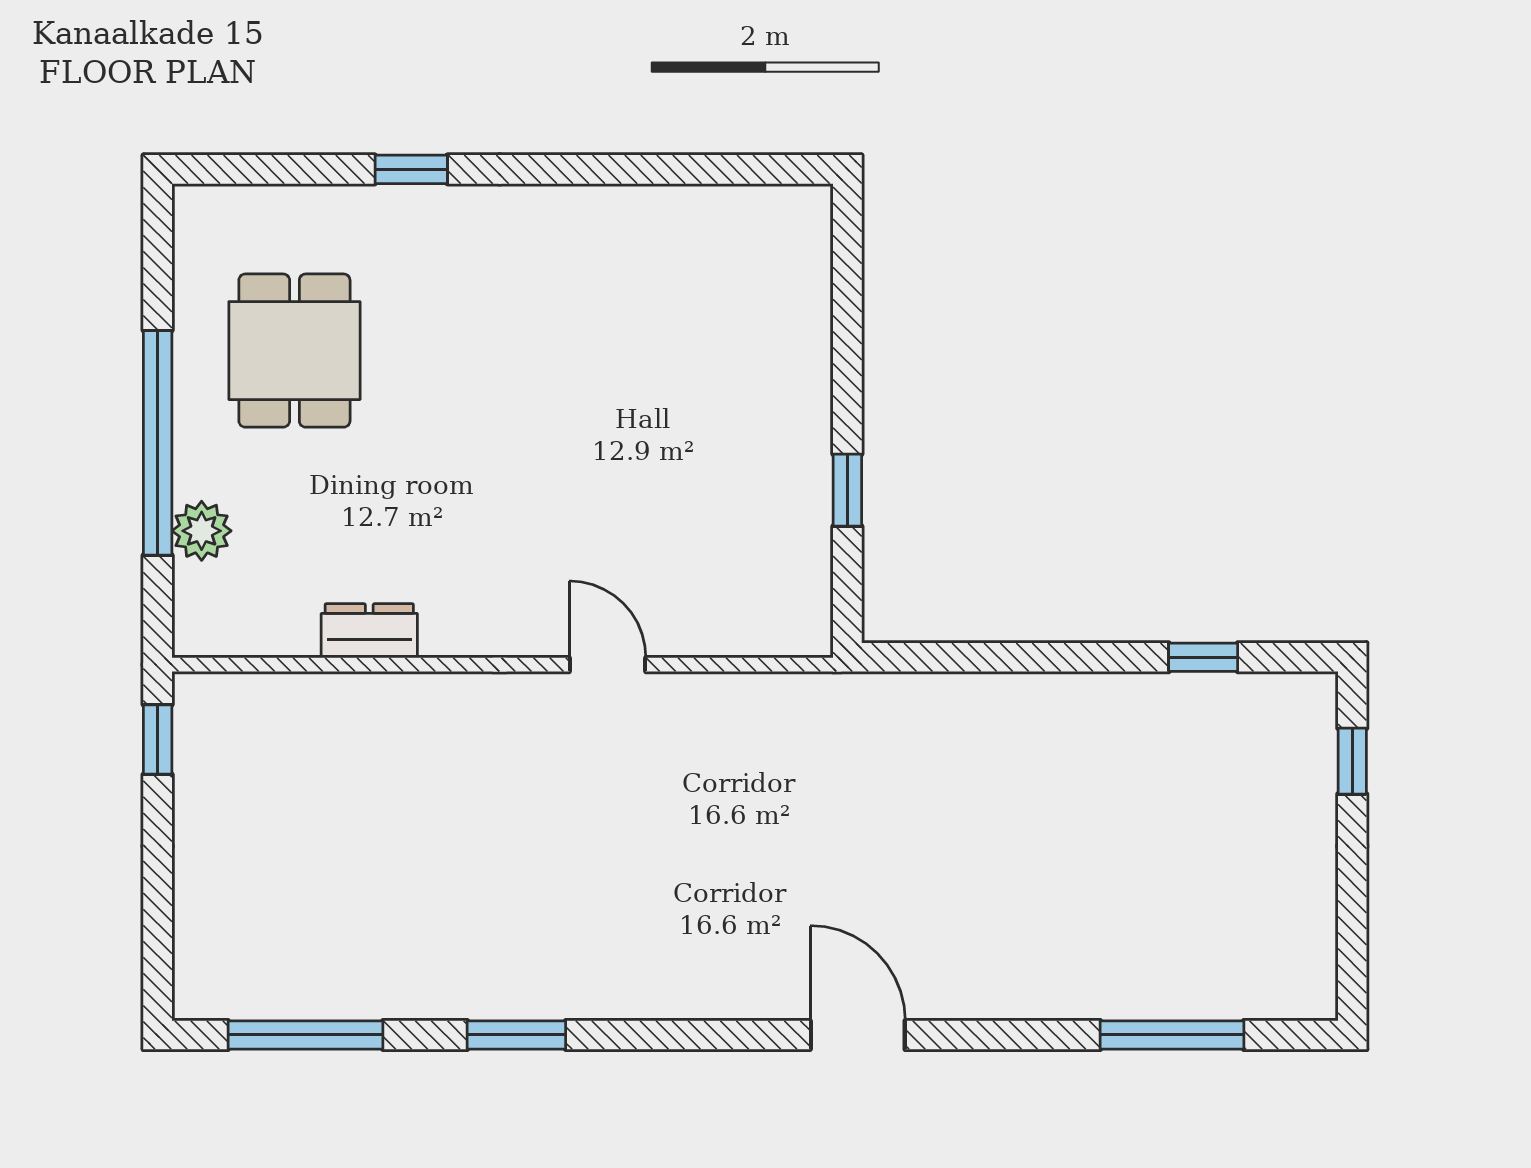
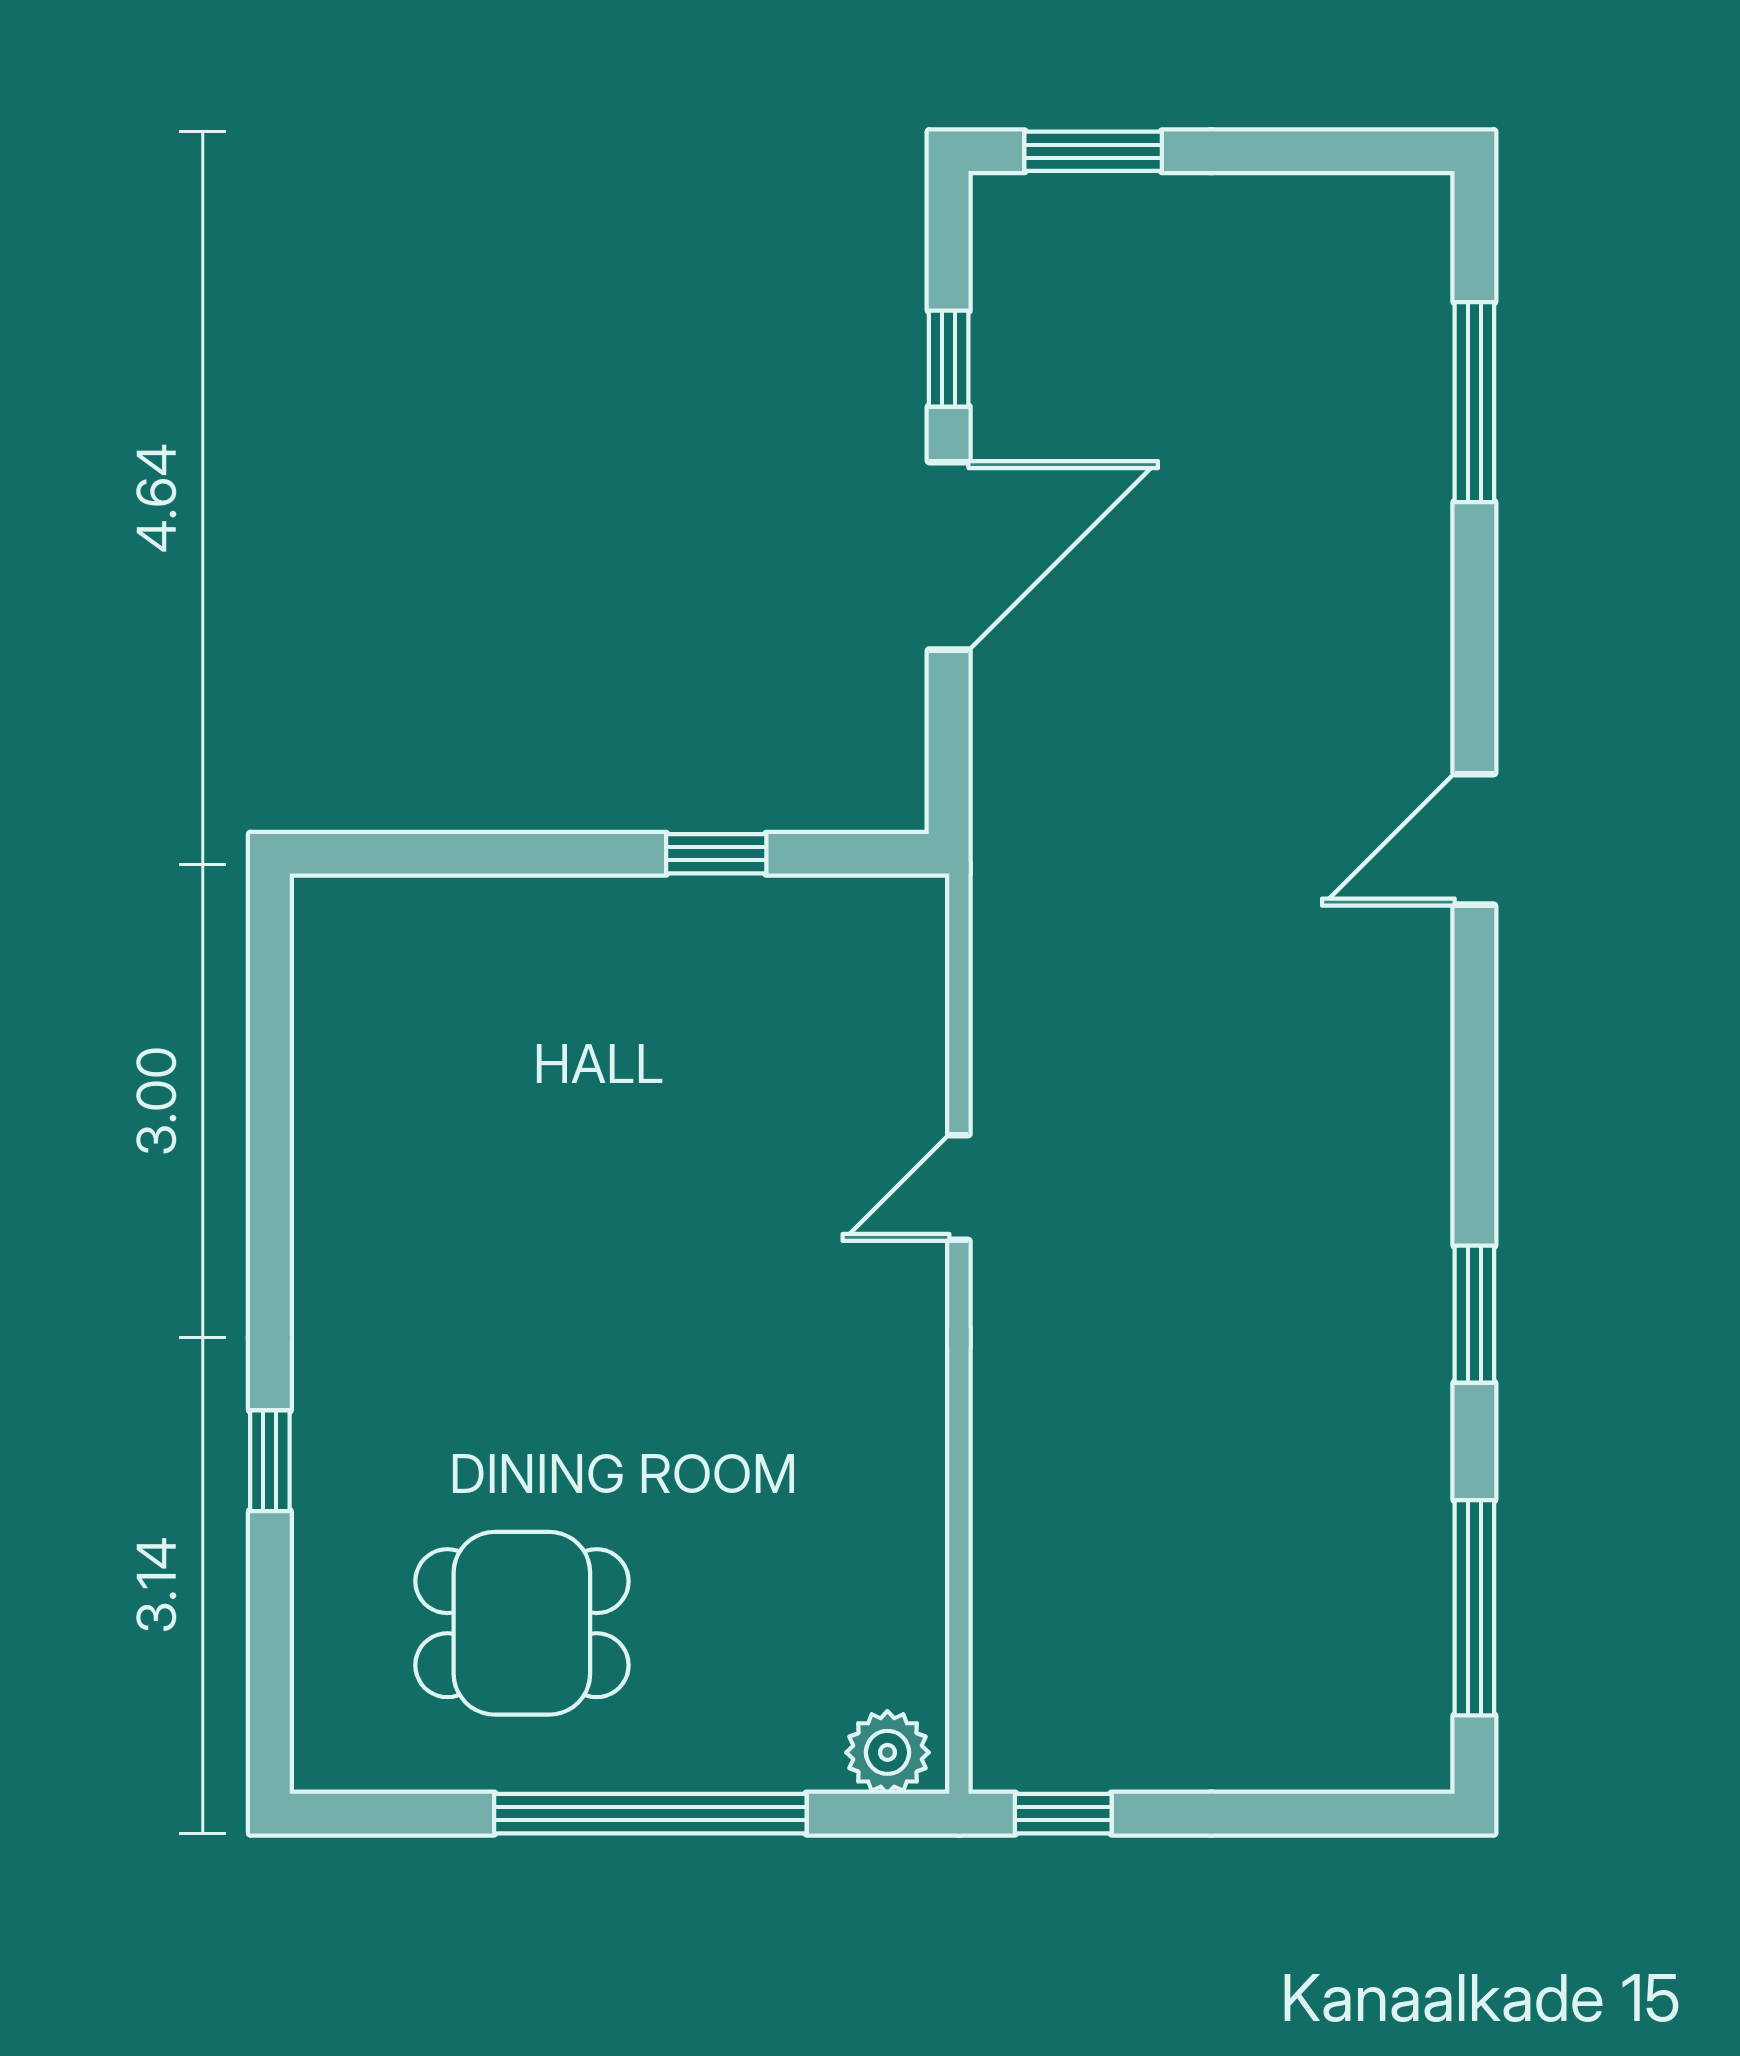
plant: (202, 531) -> (887, 1752), moved
dresser: (369, 631) -> (912, 1519), removed
door: (1061, 657) -> (949, 556), added
window: (1352, 761) -> (1093, 151), width x1.50

